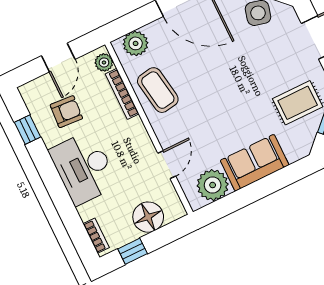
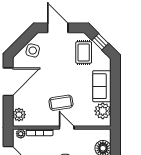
coffee table: (158, 90) -> (61, 103), moved
door: (167, 165) -> (67, 128), moved

